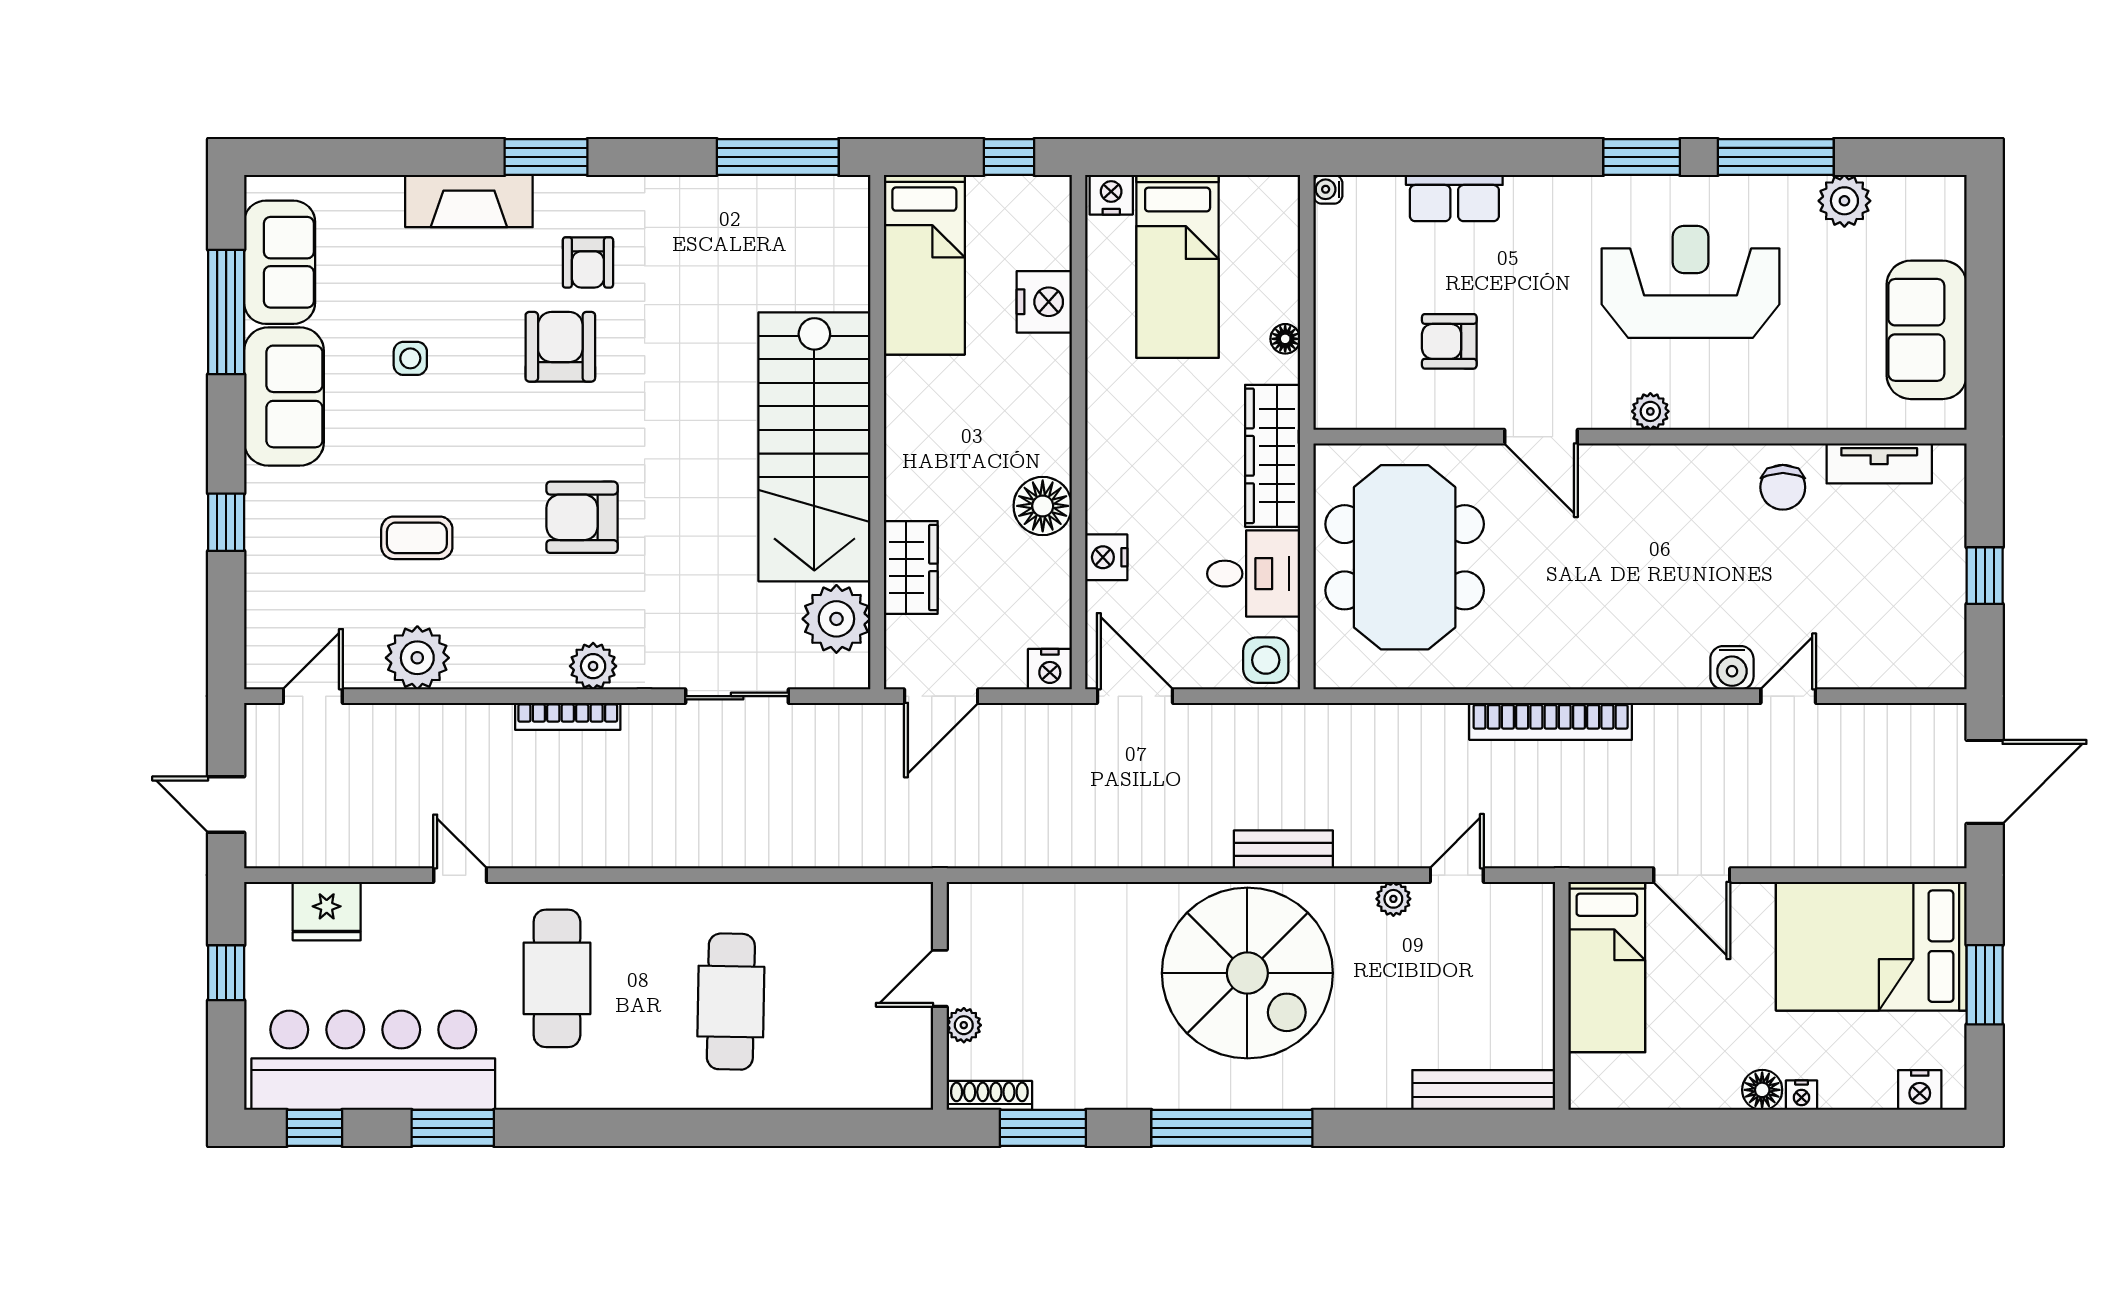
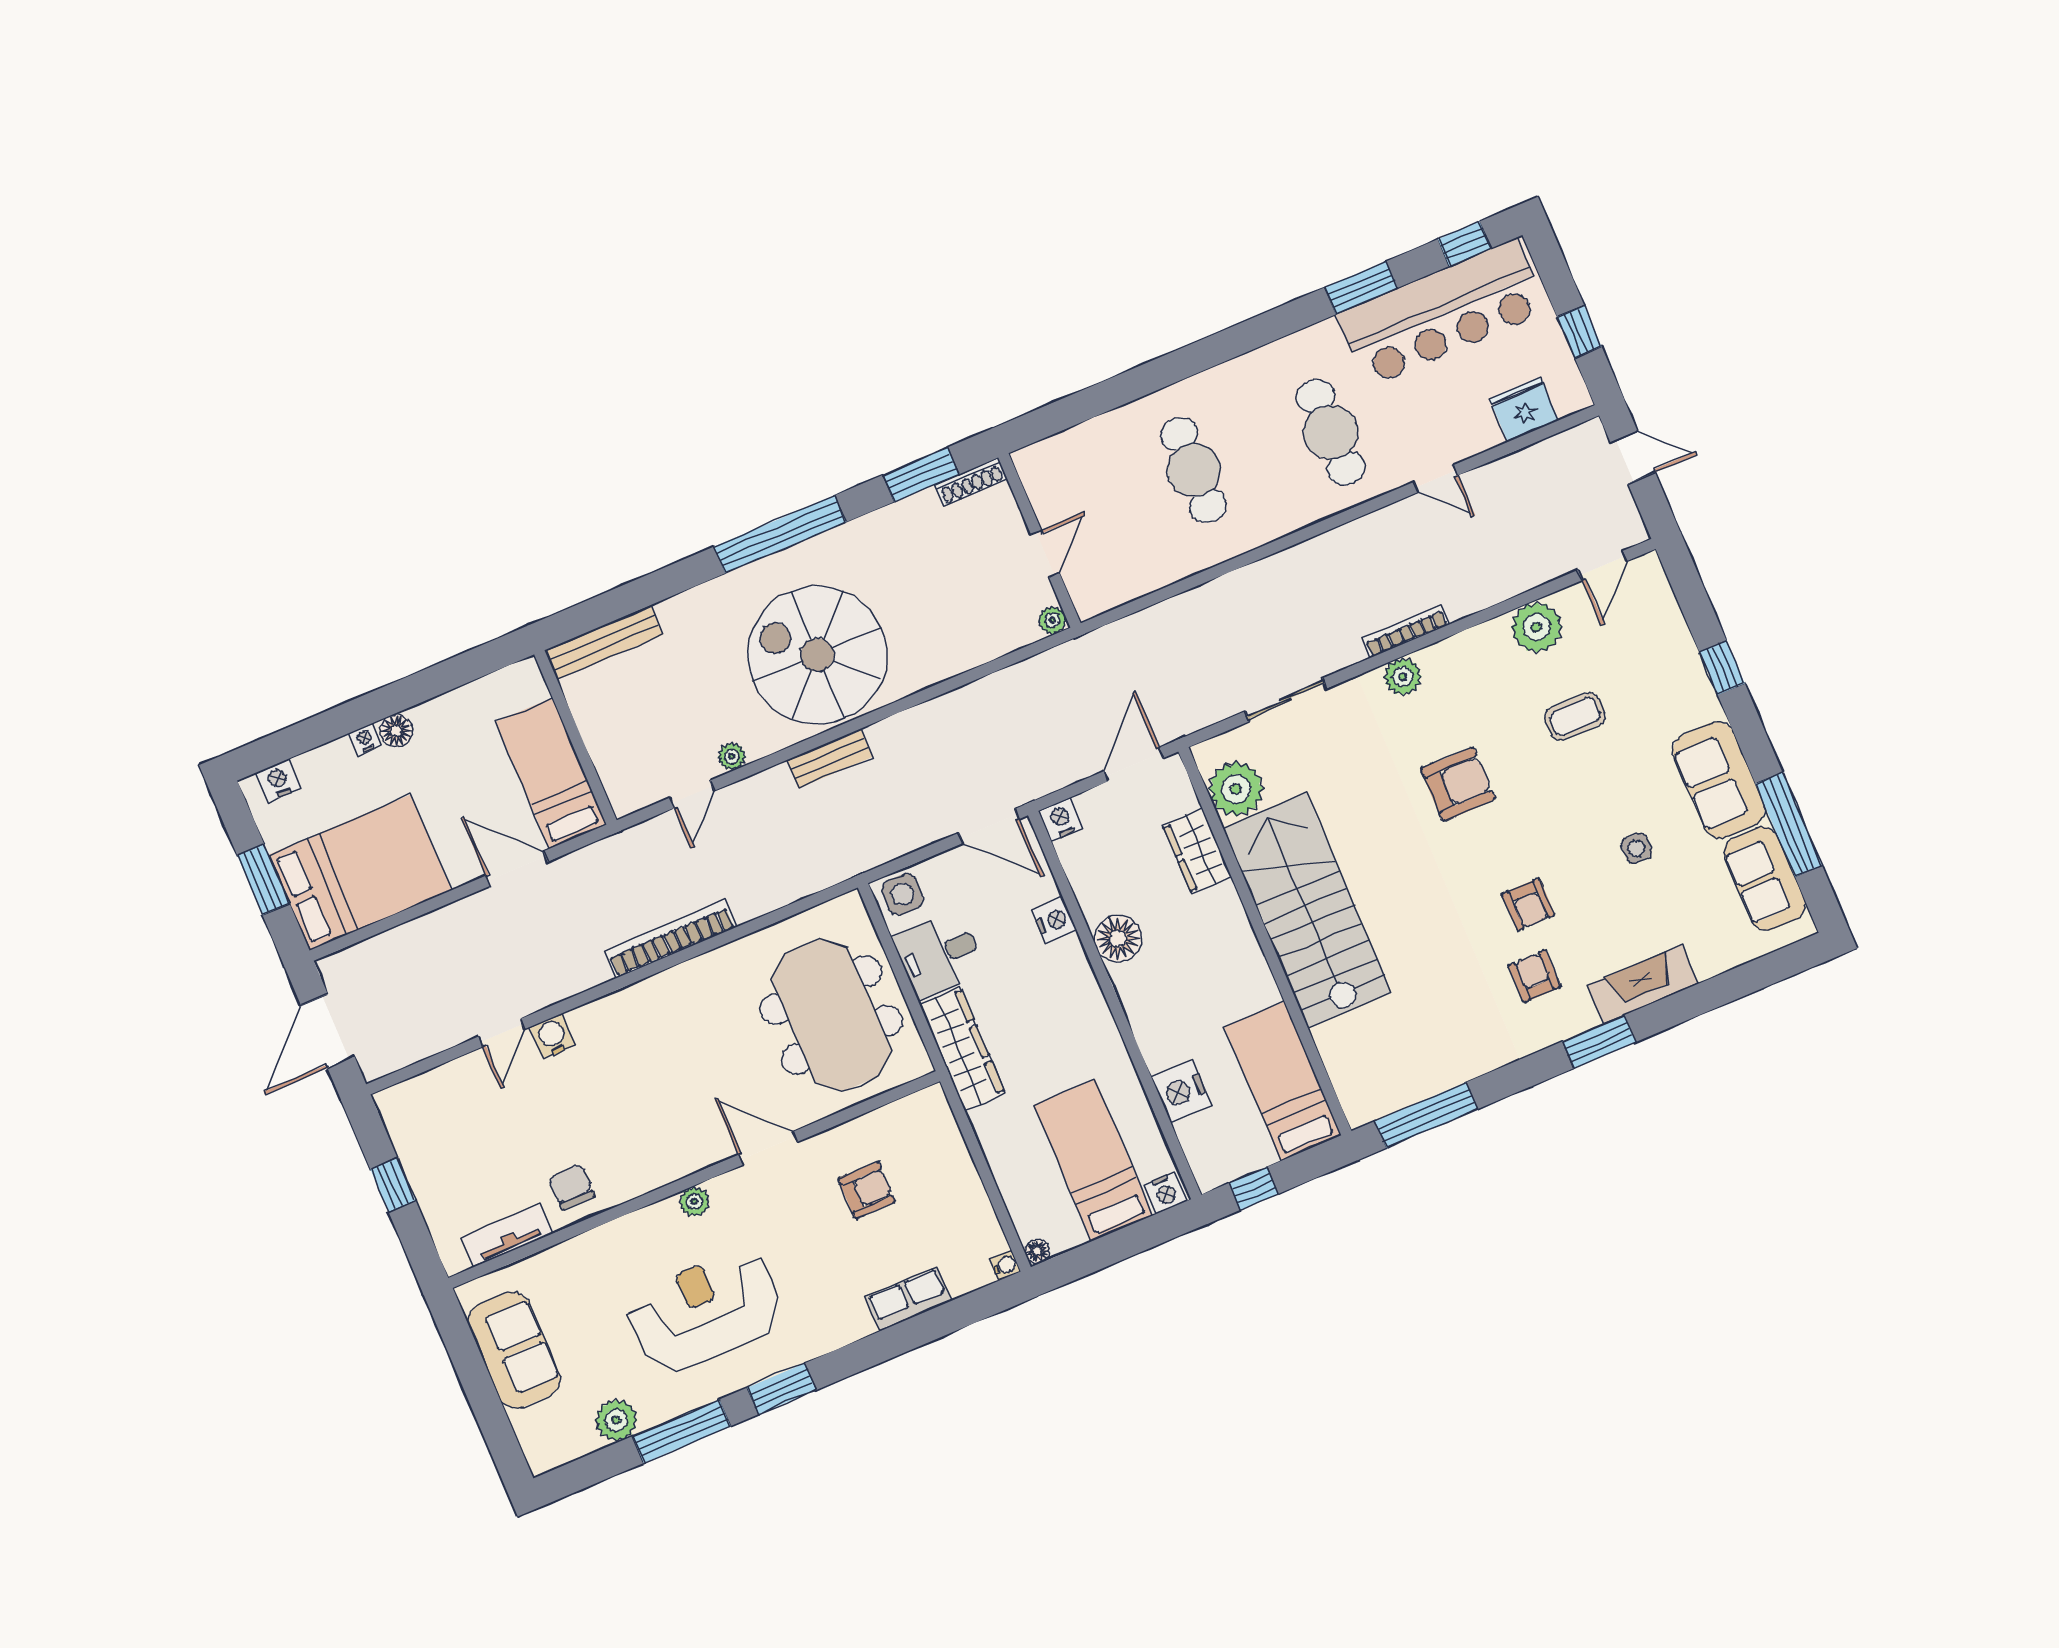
reception desk: (1691, 282) -> (705, 1311), turned 180
floor lamp: (1285, 339) -> (1037, 1251), moved
armchair: (560, 347) -> (1528, 905), width x0.72, depth x0.72
plant: (964, 1025) -> (1052, 620), moved

